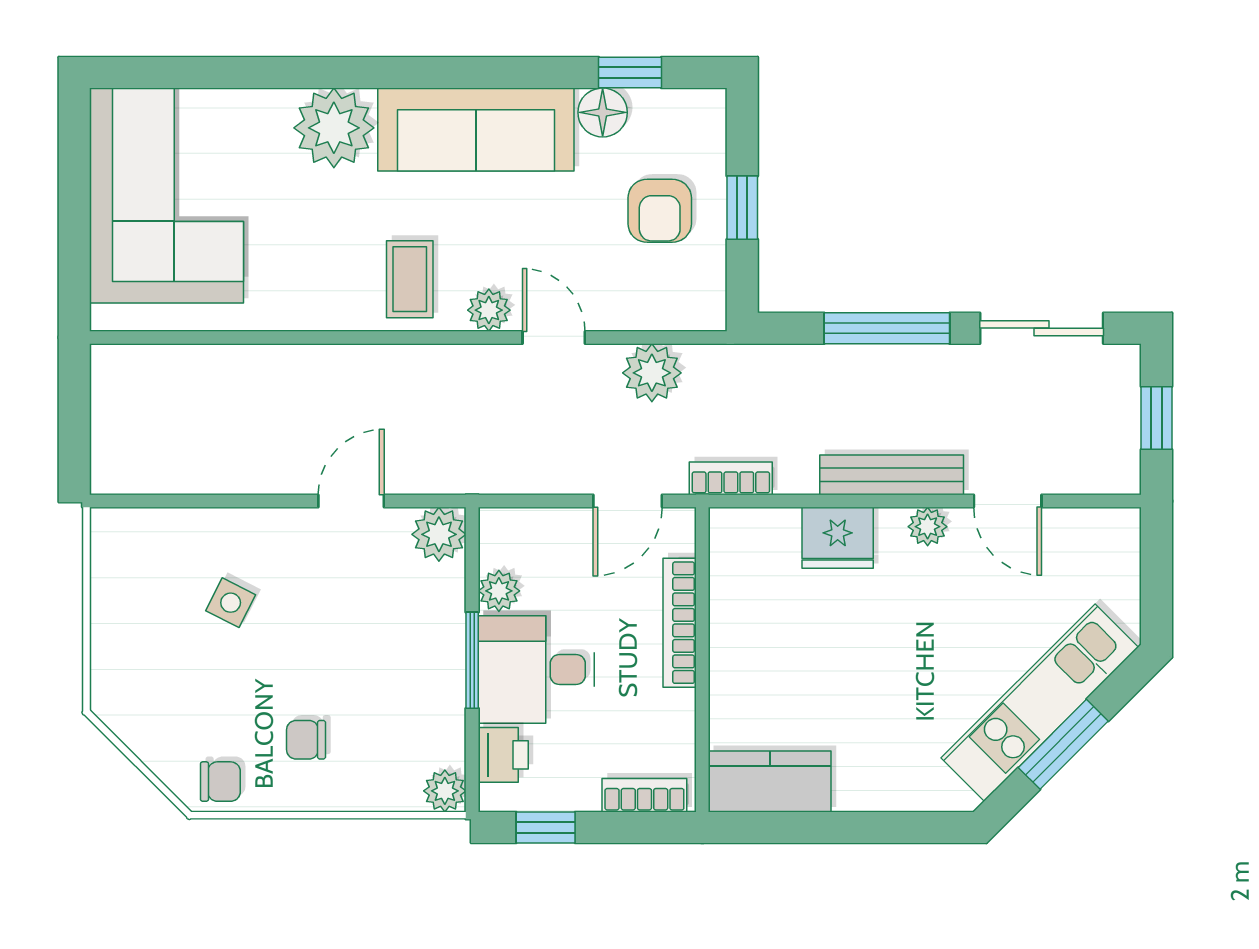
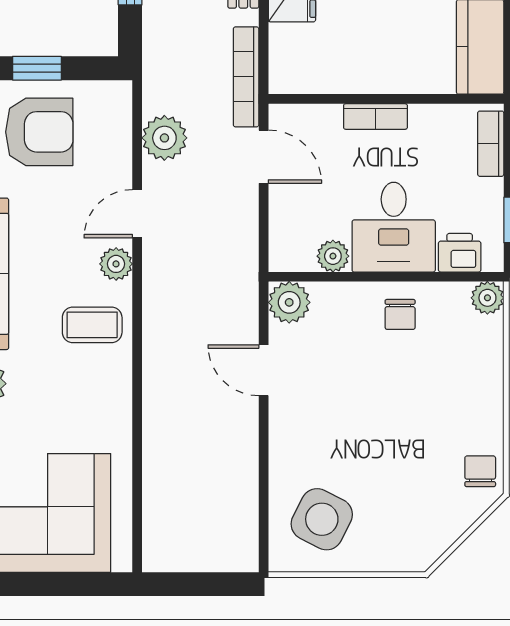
armchair: (660, 211) -> (39, 132), width x1.38, depth x1.38
bookcase: (731, 478) -> (246, 77), width x1.56
side table: (231, 603) -> (322, 519), moved, width x1.87, depth x1.87
bookcase: (680, 623) -> (375, 117), width x0.64
window: (472, 660) -> (386, 277), removed
chair: (306, 740) -> (400, 314), moved

